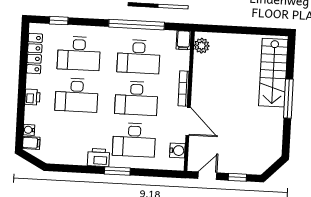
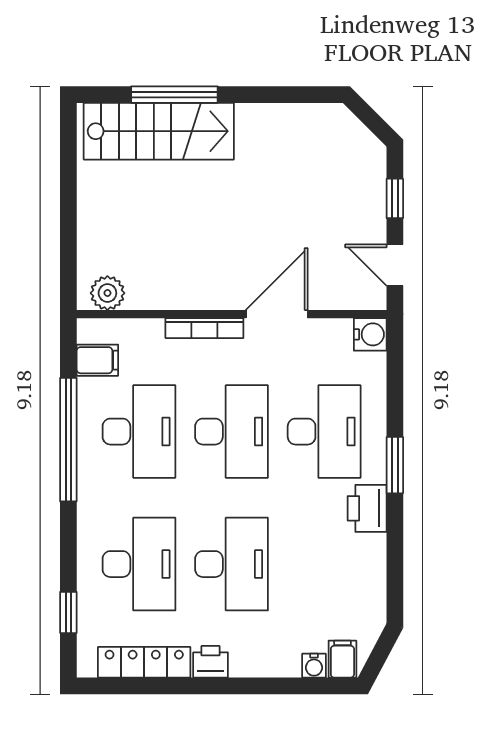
filing cabinet: (184, 40) -> (97, 360), moved
printer: (32, 97) -> (211, 662), moved
window: (288, 99) -> (174, 95), moved
water cooler: (177, 151) -> (370, 334), moved, turned 90

